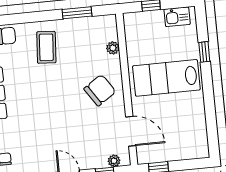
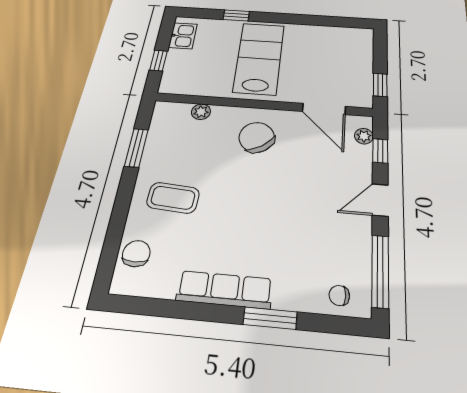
lab bench: (166, 78) -> (259, 58), turned 180
door: (131, 131) -> (324, 109), swing flipped

